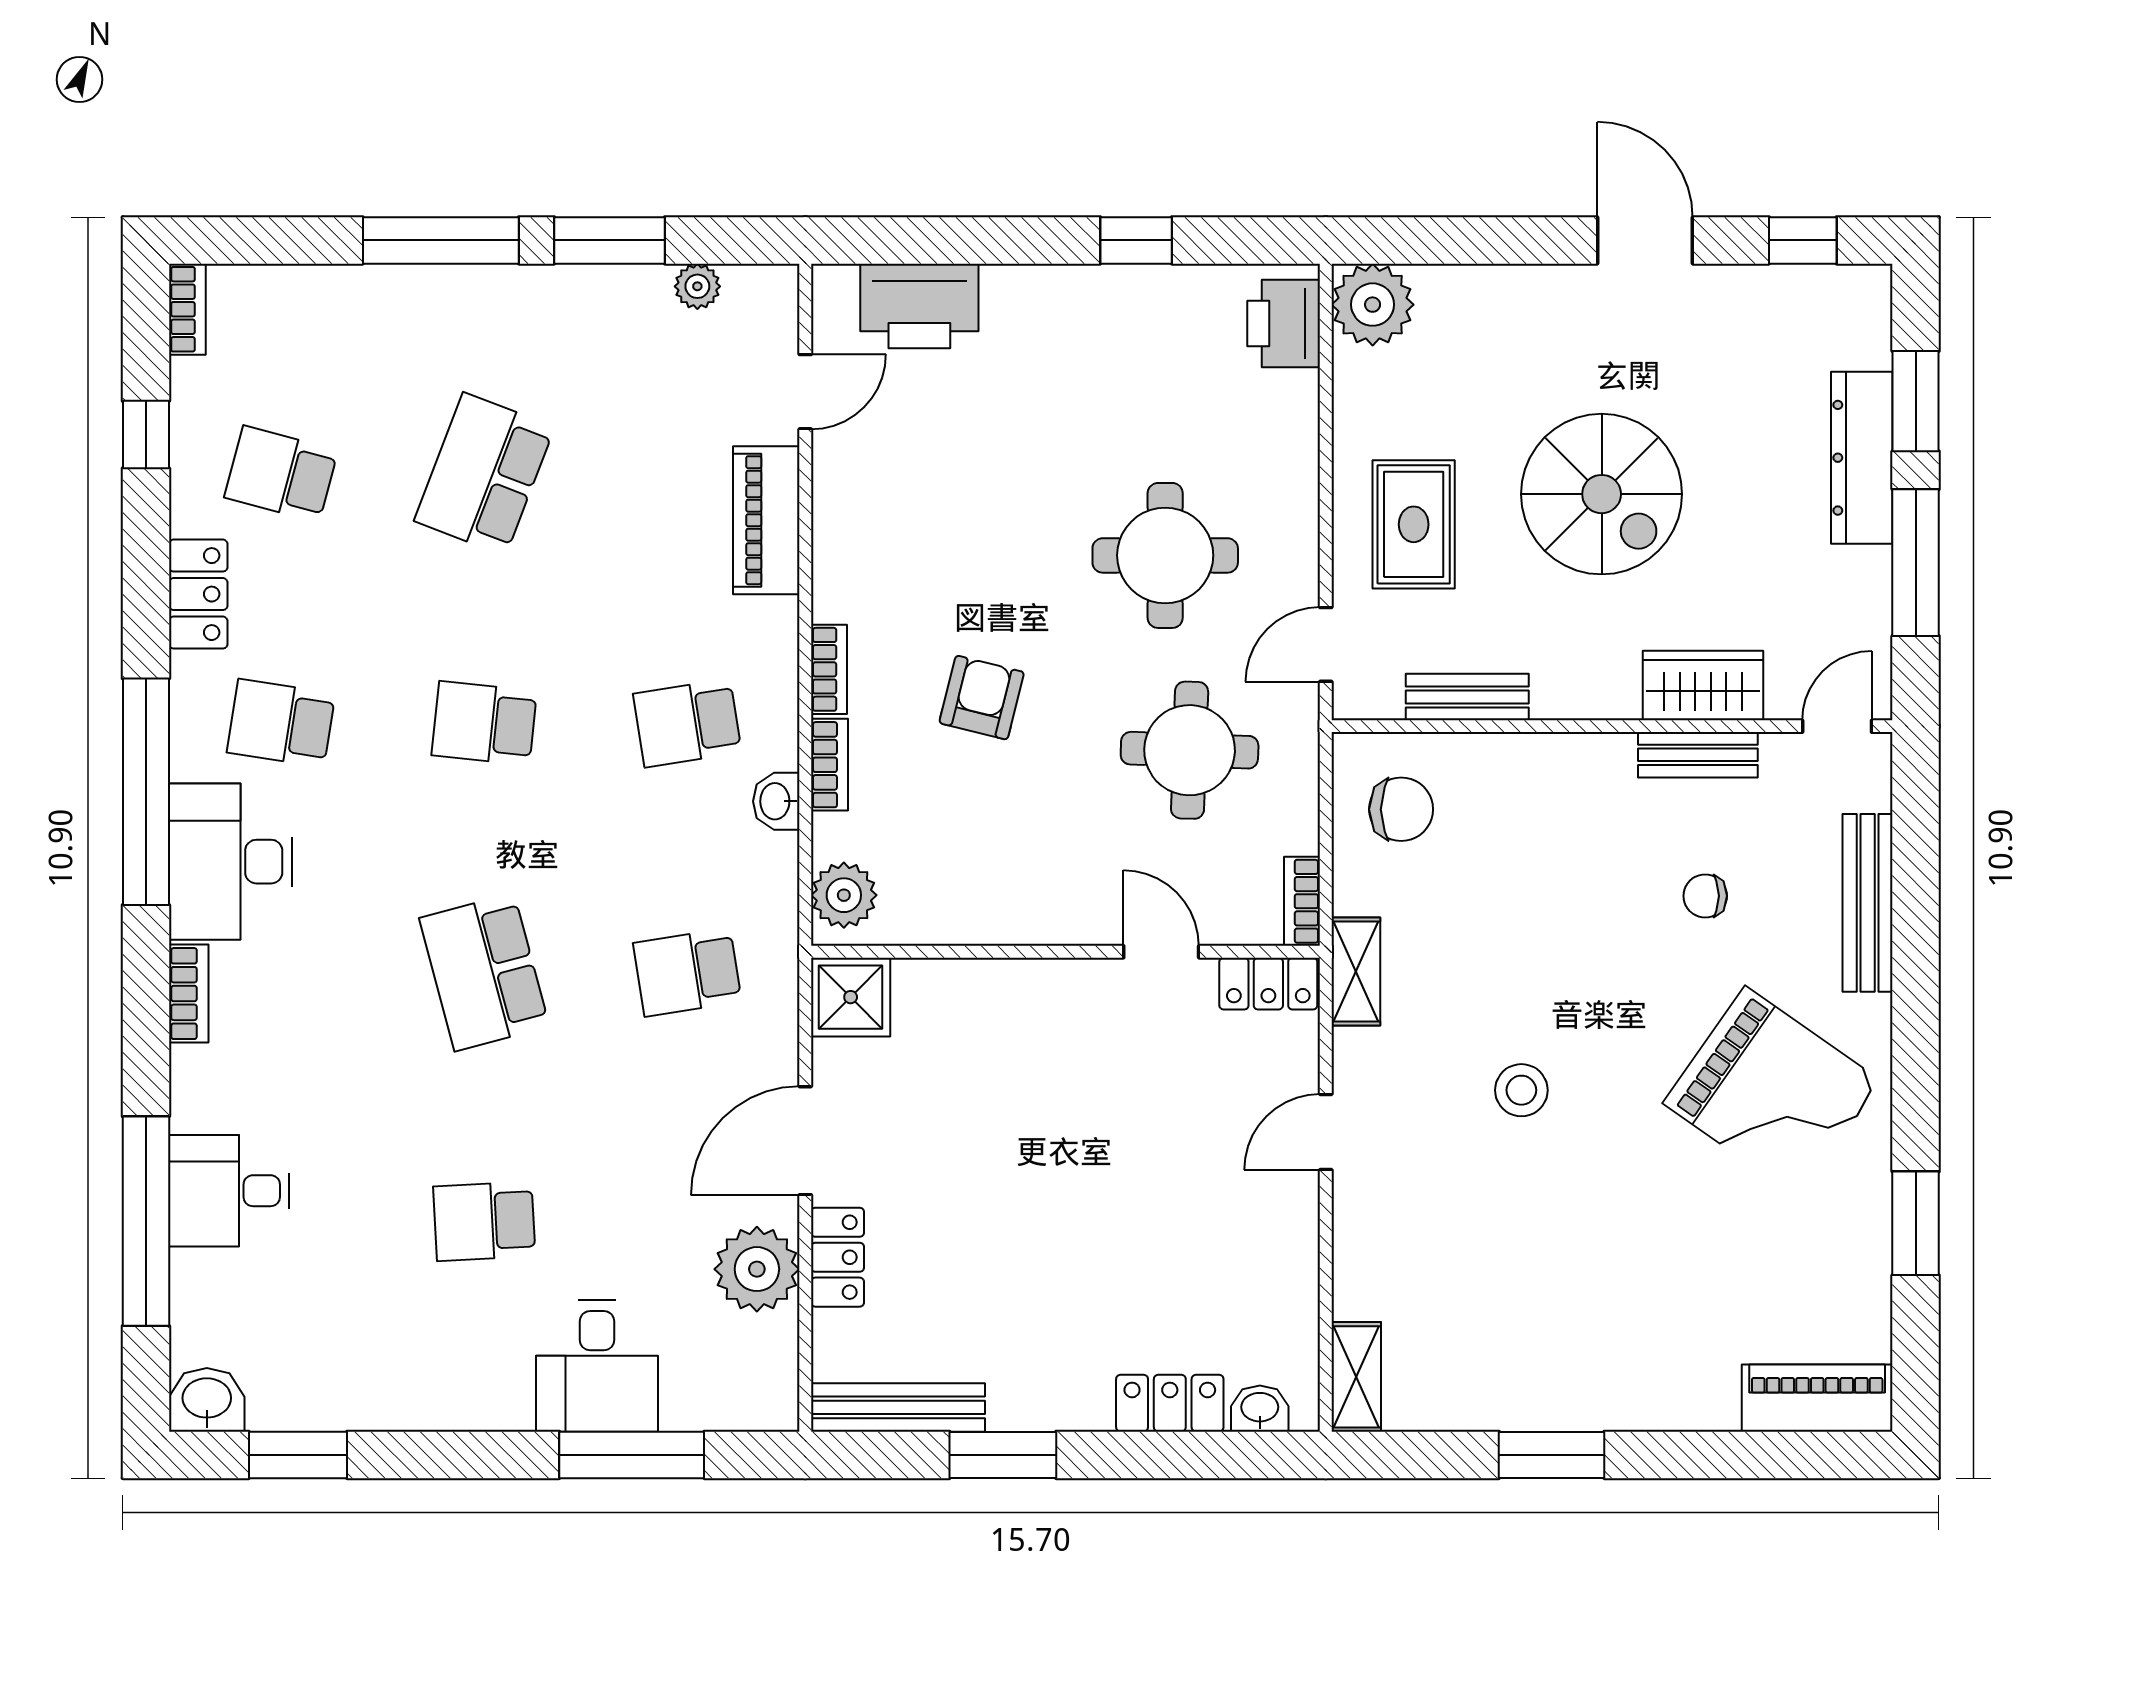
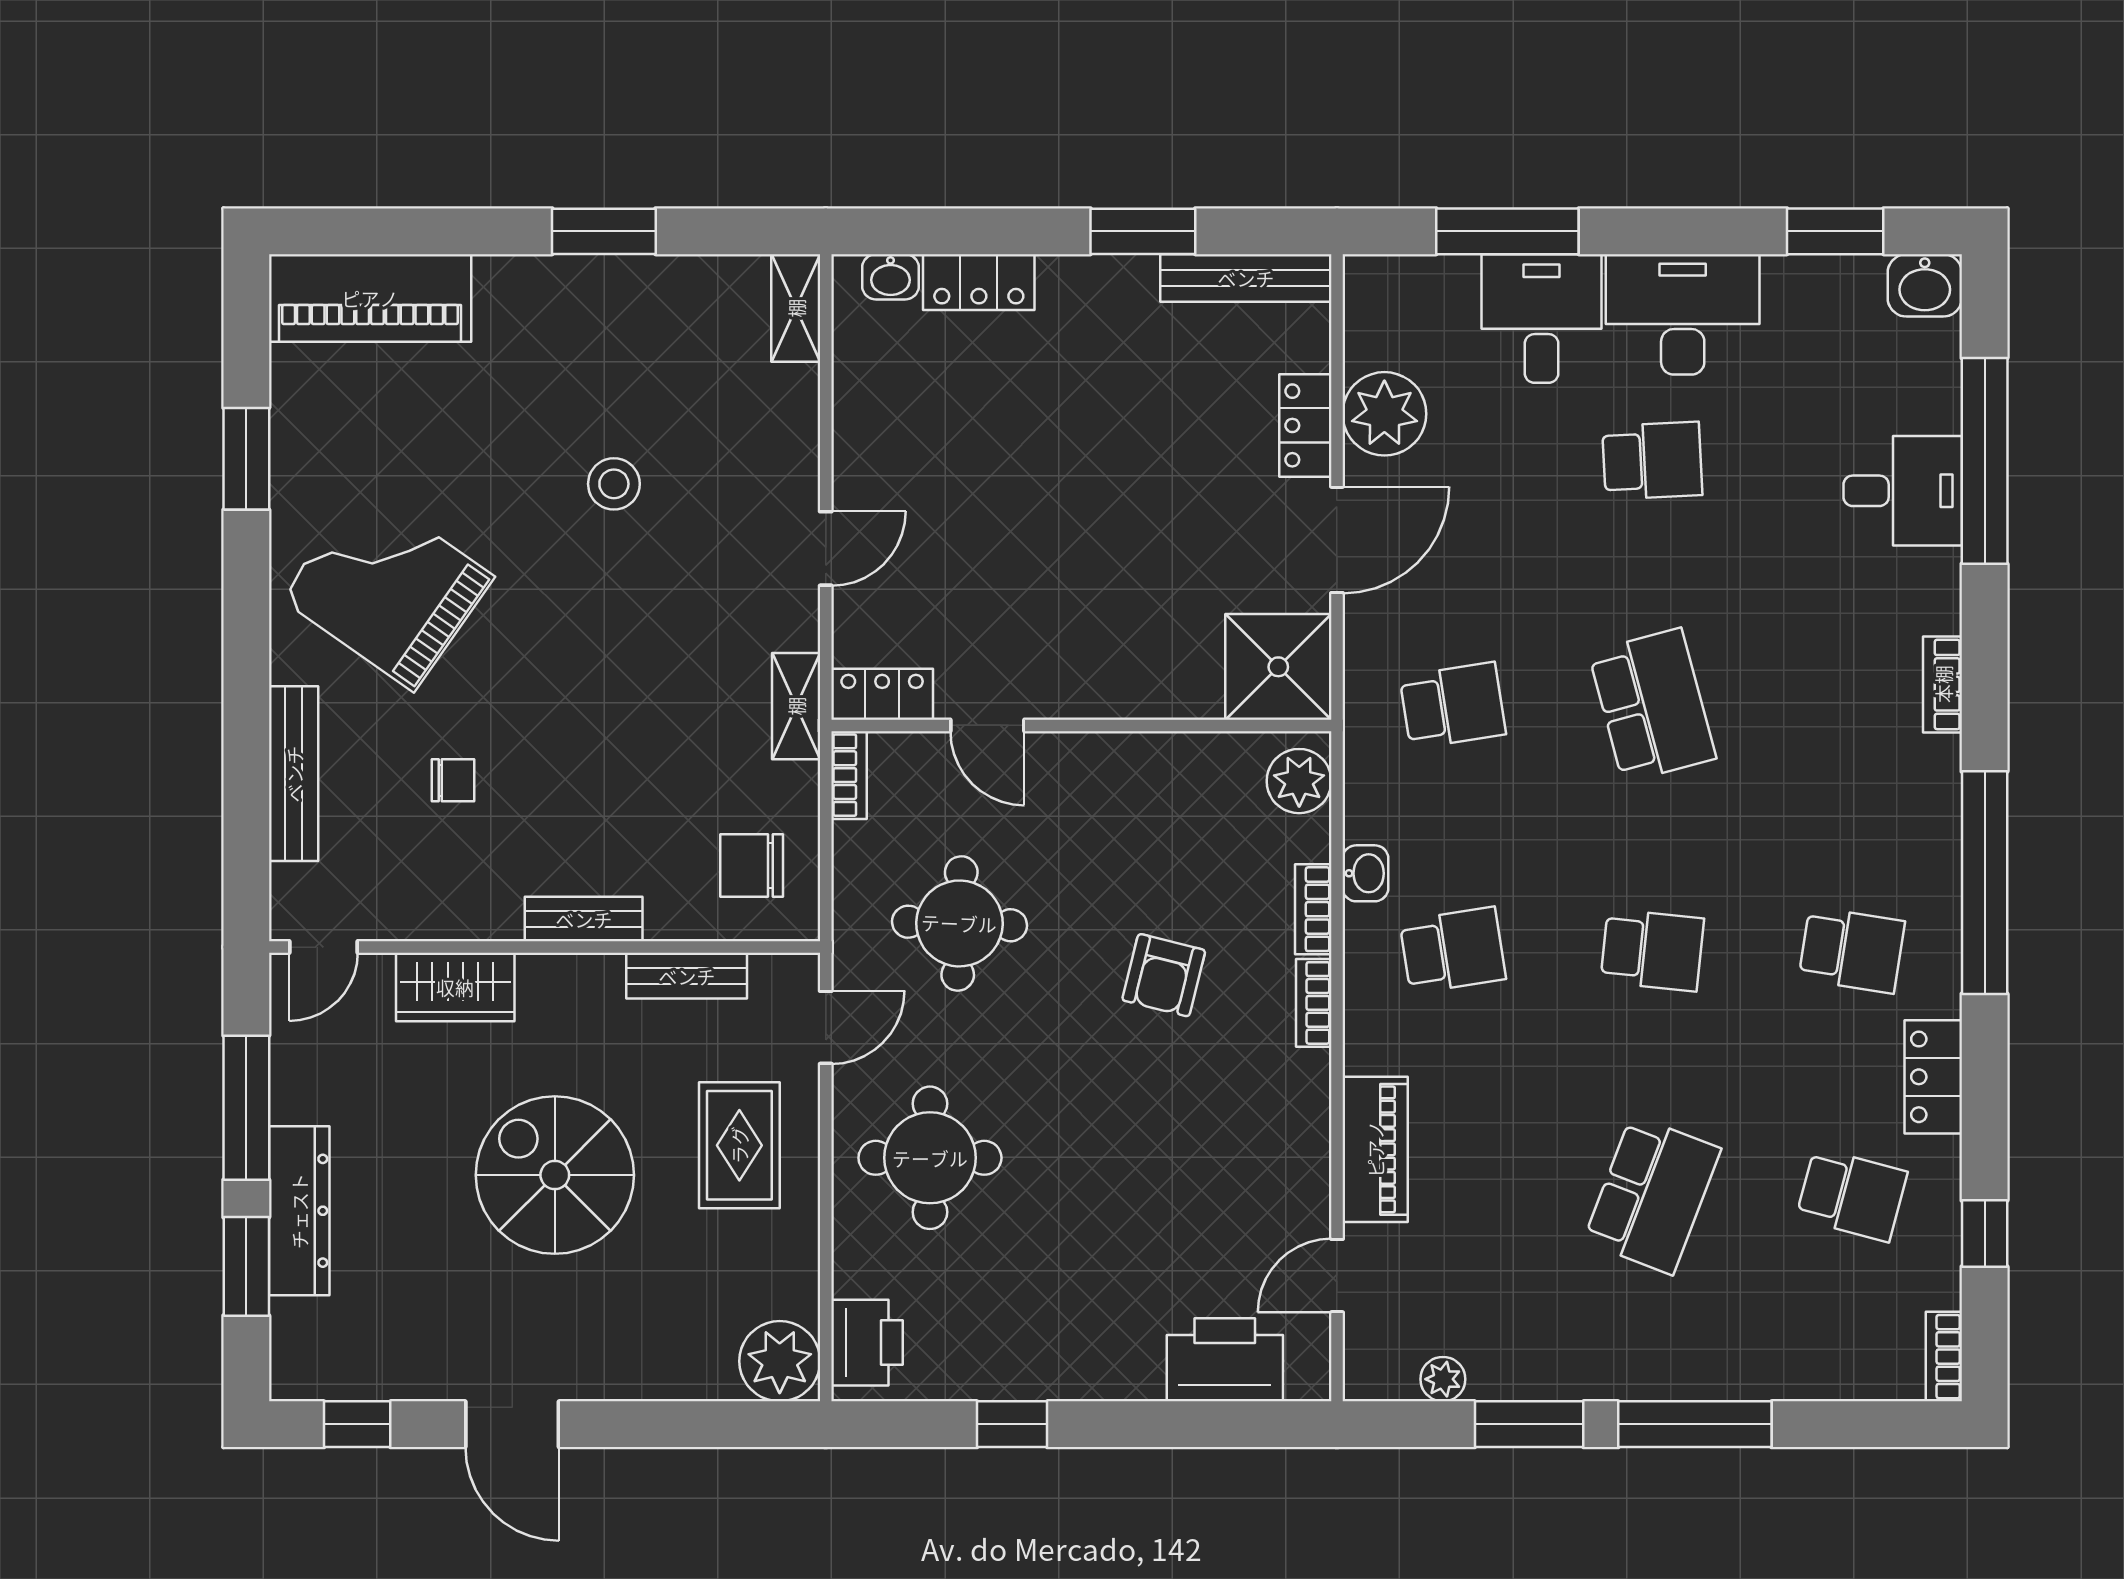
round table: (1165, 555) -> (930, 1158), moved
bench: (1698, 755) -> (584, 919), moved
desk: (231, 862) -> (1683, 314), moved, turned -90
shower: (851, 997) -> (1278, 667), width x1.36, depth x1.36
stool: (1521, 1090) -> (614, 484), moved
piano: (1817, 1398) -> (370, 298), width x1.37, depth x1.33

